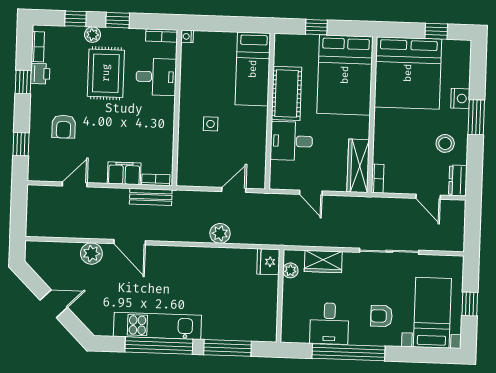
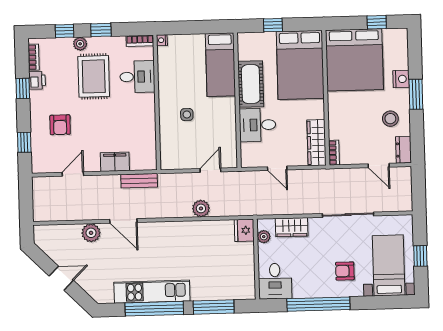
bookcase: (156, 180) -> (143, 166), removed
desk: (329, 324) -> (275, 281), moved

